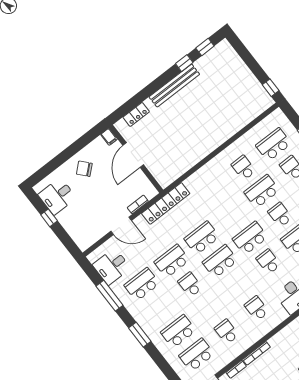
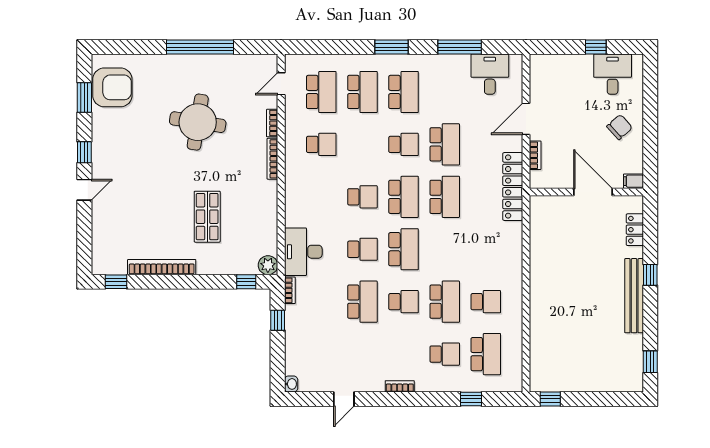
window: (184, 63) -> (650, 275), moved
school desk: (142, 284) -> (404, 92), moved
school desk: (257, 308) -> (362, 197), moved

